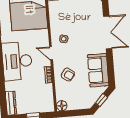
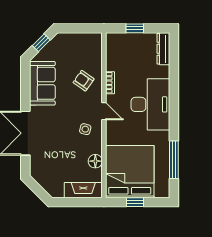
floor lamp: (62, 106) -> (95, 161), moved

